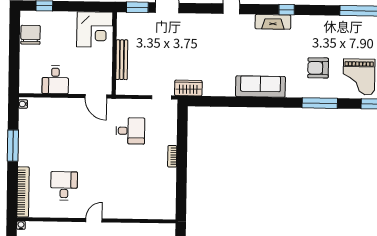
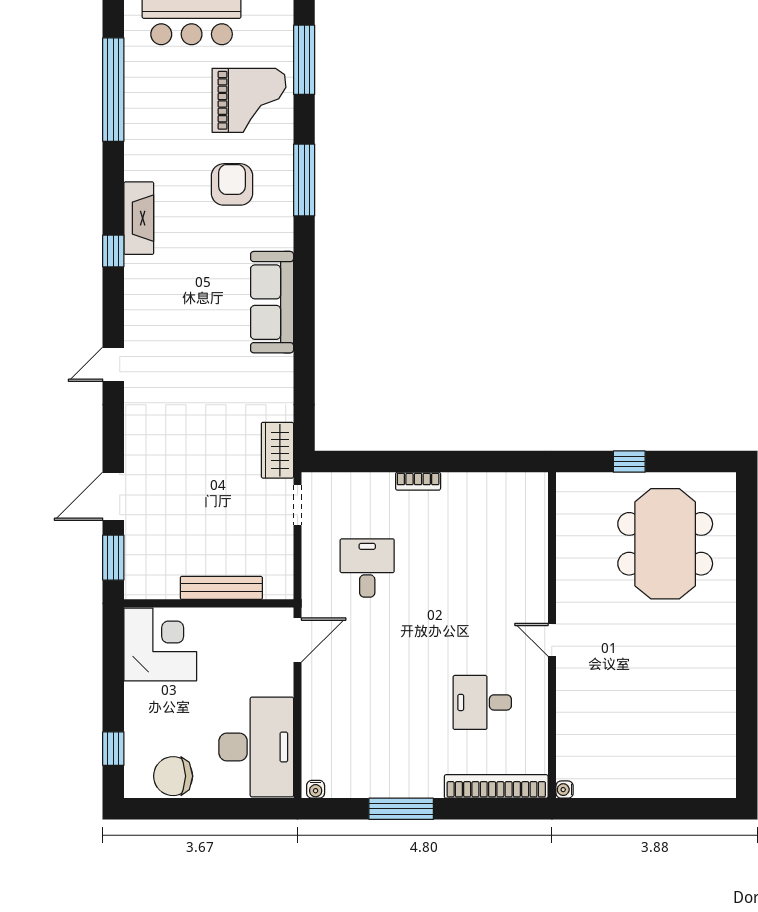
fireplace: (273, 22) -> (139, 218), moved
armchair: (318, 68) -> (232, 184), turned 180
desk: (55, 80) -> (256, 747), width x1.87, depth x1.30

